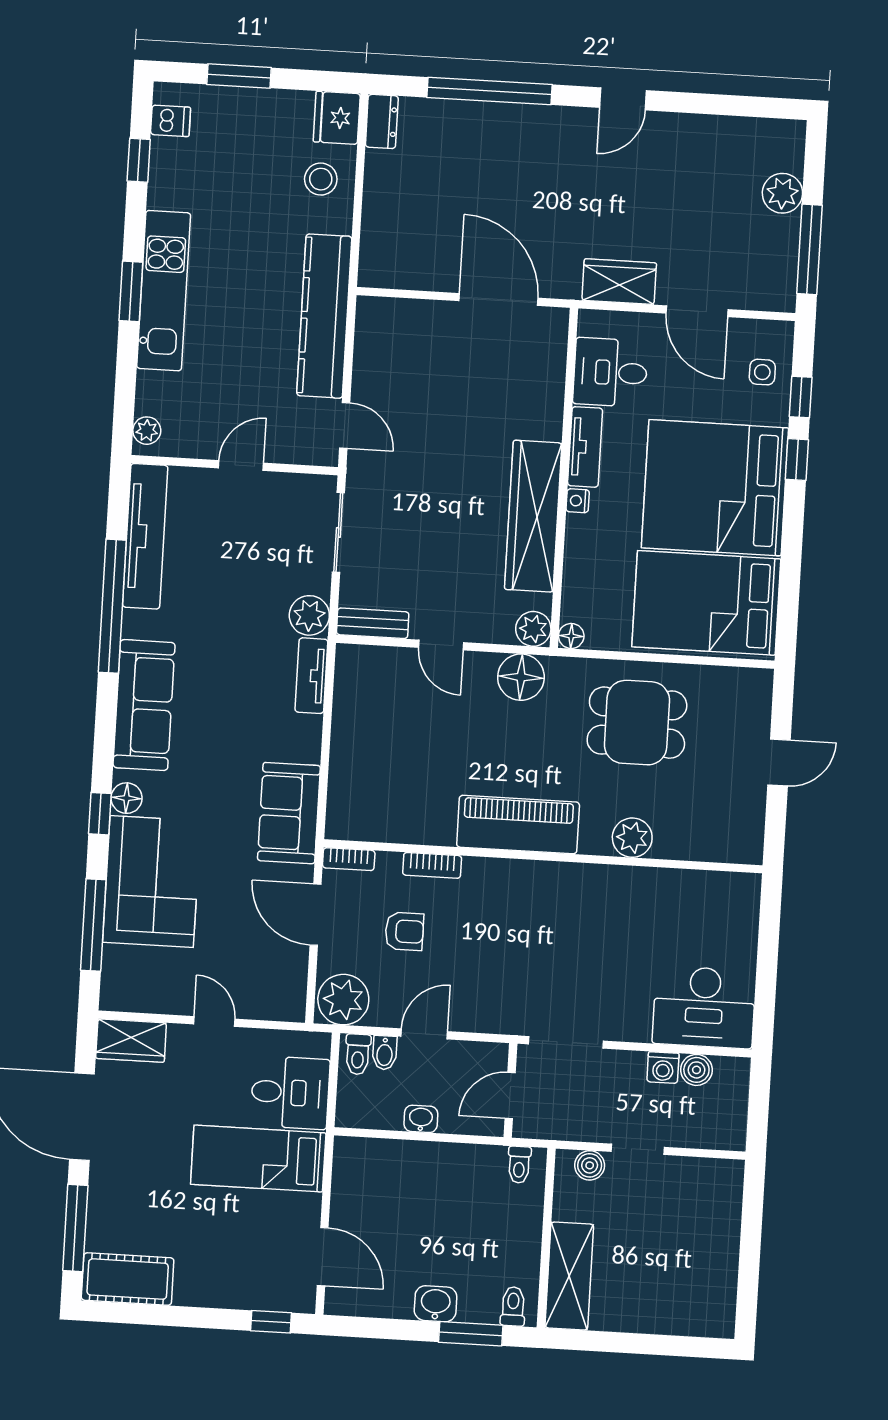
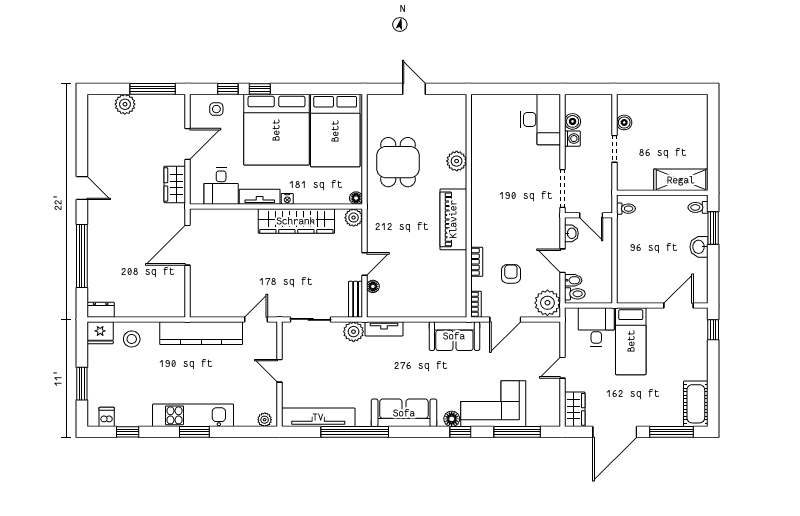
floor lamp: (521, 677) -> (373, 286), moved, width x0.53, depth x0.53
washbasin: (421, 1119) -> (571, 233), moved, turned 180
boiler: (590, 1165) -> (624, 122), moved

